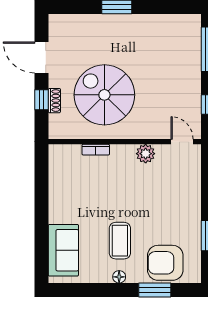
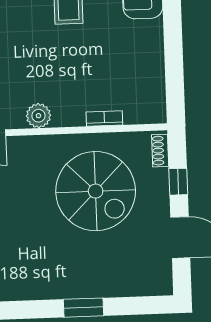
shoe rack: (54, 101) -> (160, 151), moved

